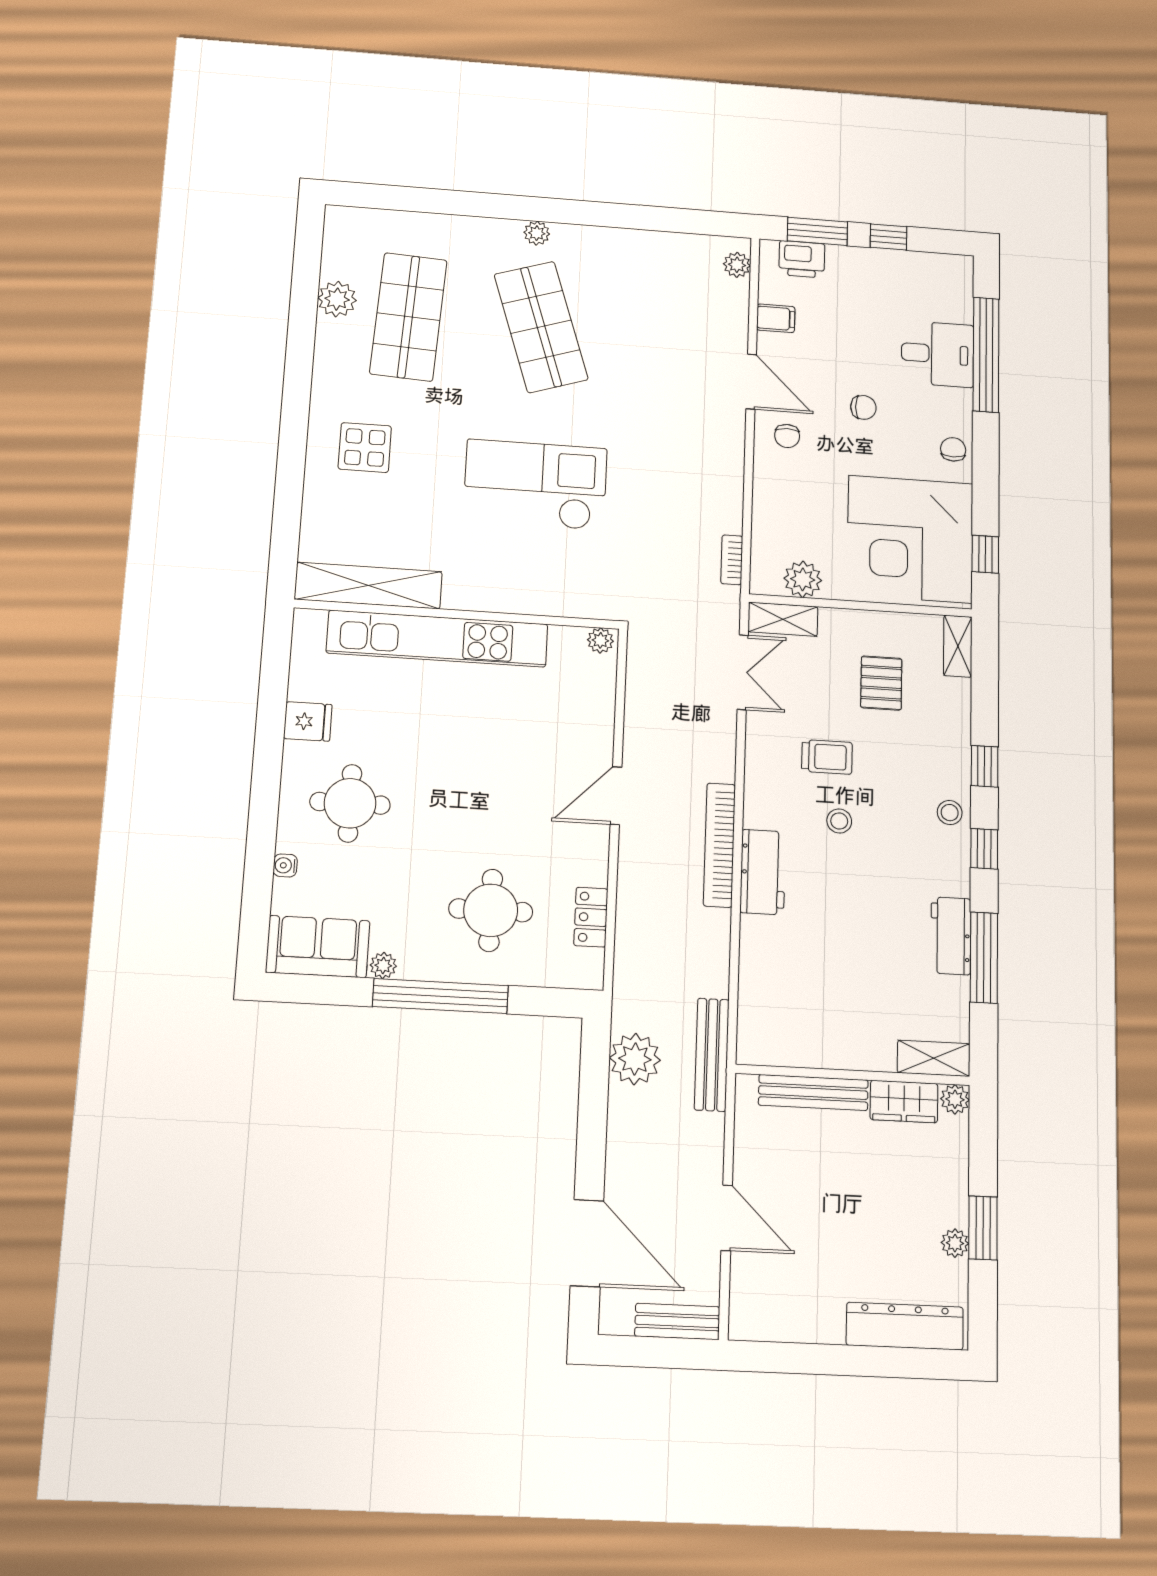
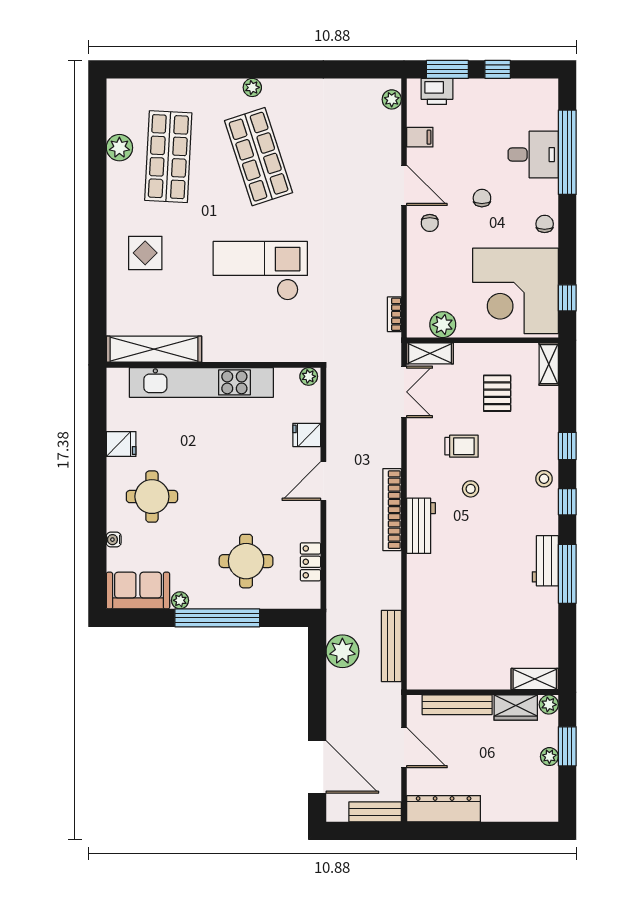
chair: (863, 407) -> (482, 198), turned -89
fridge: (594, 726) -> (307, 435), added
shelving: (934, 1058) -> (535, 679), moved
wall: (853, 1075) -> (483, 692), moved
bench: (813, 1093) -> (457, 705), moved
plant: (955, 1099) -> (549, 705), moved
wardrobe: (904, 1102) -> (516, 708), moved
dresser: (905, 1326) -> (444, 809), moved

